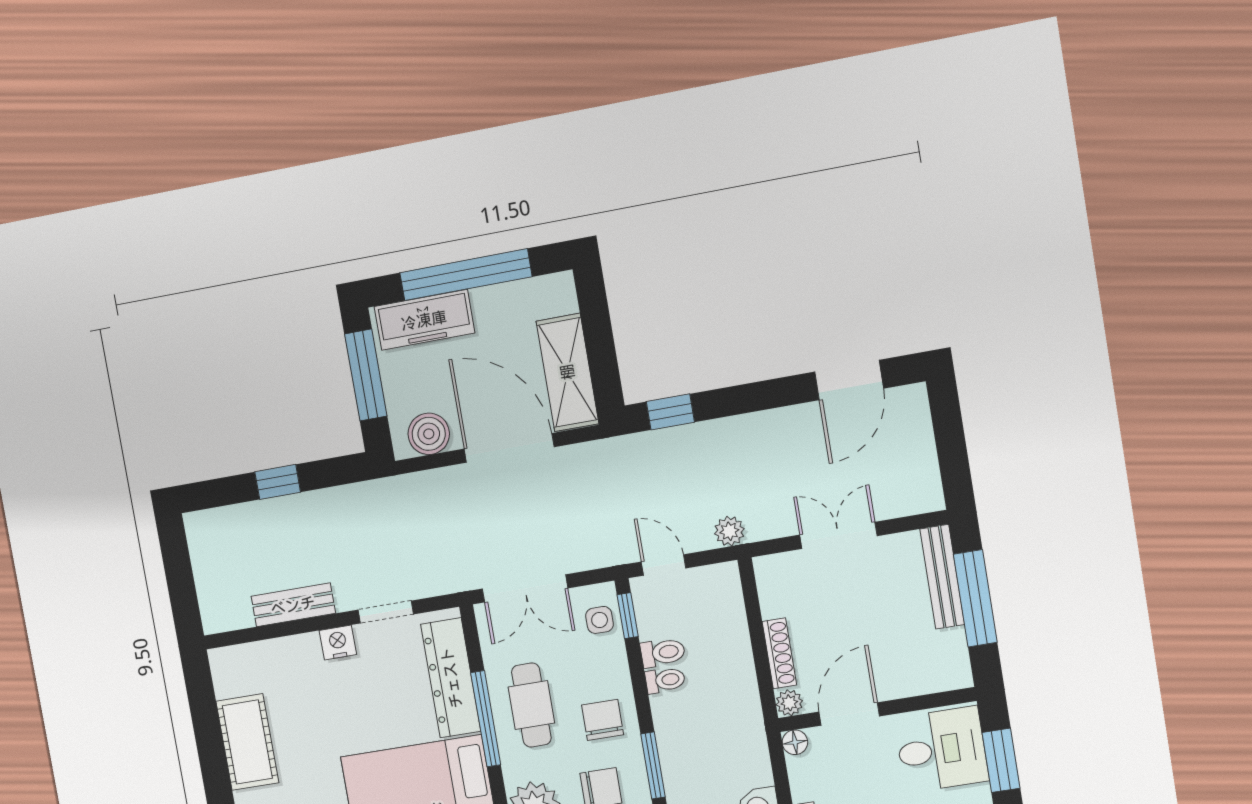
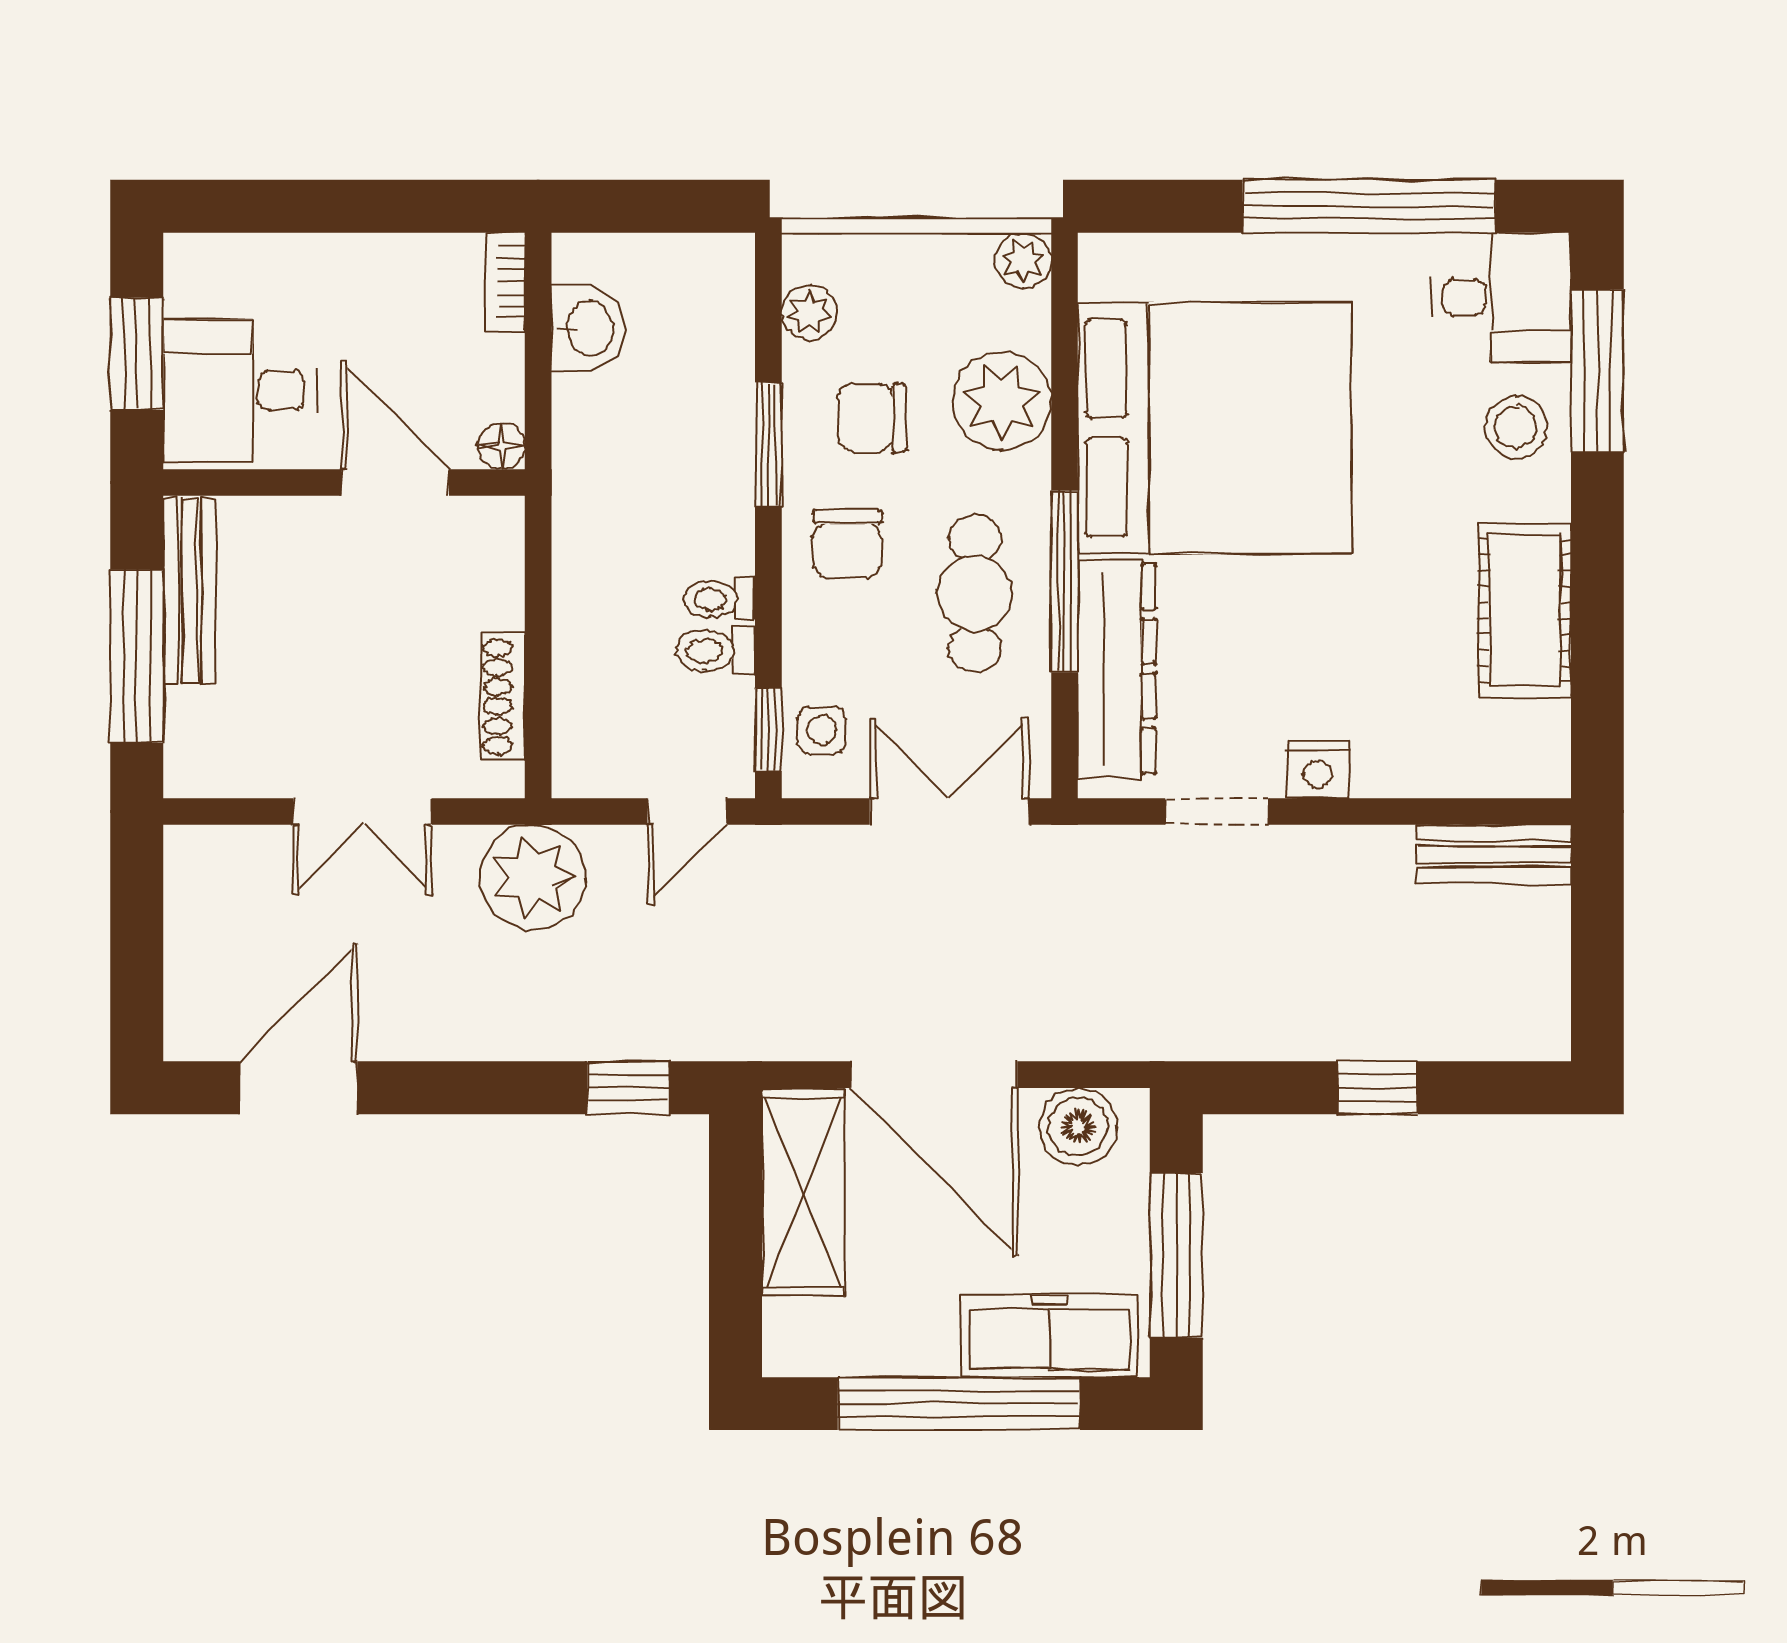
plant: (729, 531) -> (533, 877), width x1.87, depth x1.87
door: (664, 565) -> (687, 811), hinge flipped
bench: (942, 577) -> (189, 591), moved
bench: (293, 605) -> (1494, 854), moved
shoe rack: (779, 653) -> (503, 697), moved
plant: (789, 703) -> (500, 521), removed
door: (849, 714) -> (395, 483), swing flipped

